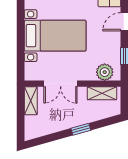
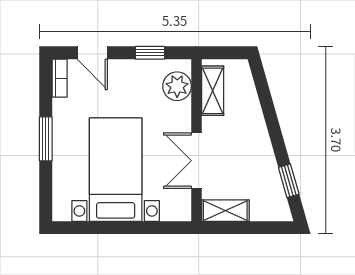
double door: (61, 84) -> (196, 161), swing flipped
window: (81, 129) -> (289, 181), moved

